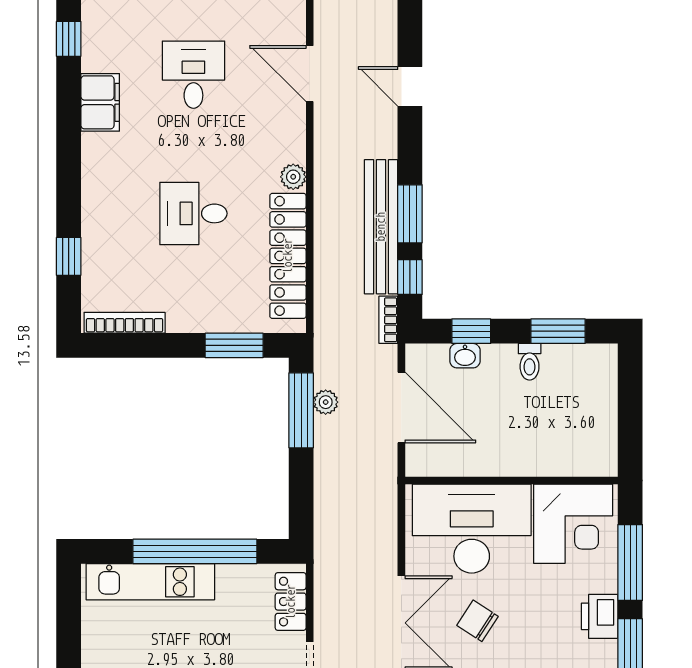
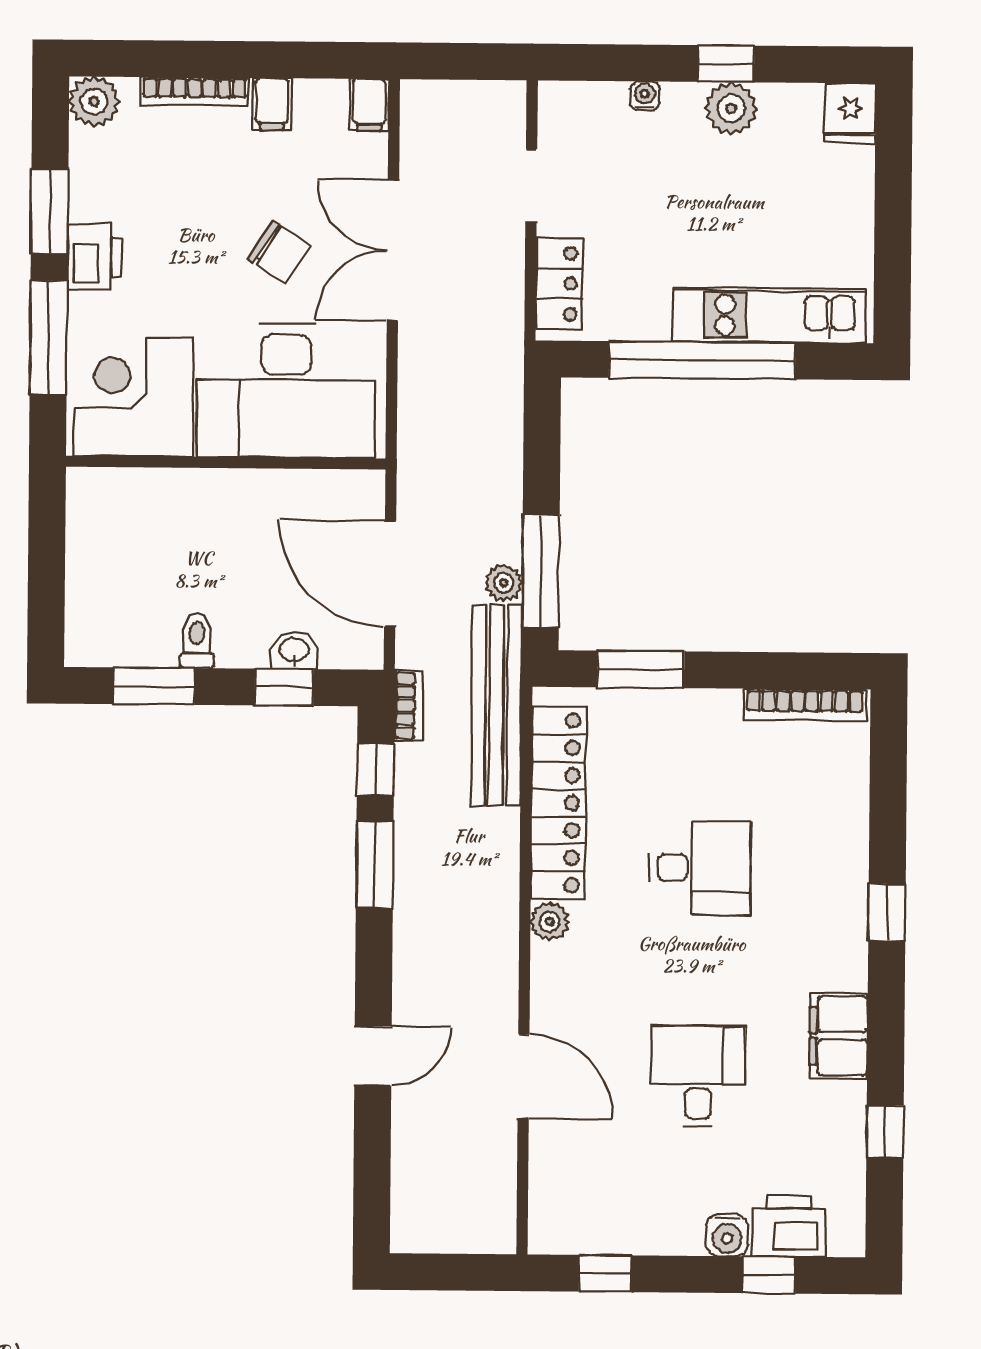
desk: (193, 75) -> (698, 1076), turned 180
door: (410, 86) -> (373, 1056), hinge flipped
bench: (381, 227) -> (496, 706), moved
window: (69, 256) -> (887, 912), moved

